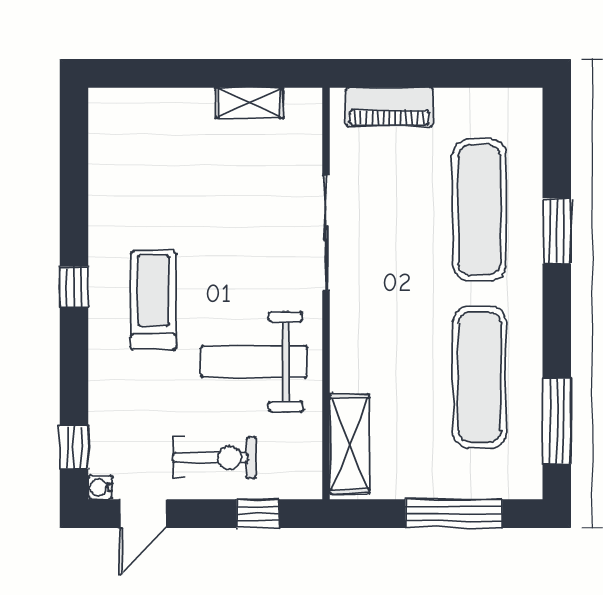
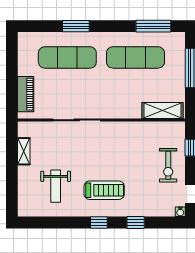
treadmill: (153, 300) -> (104, 190), turned 180
weight bench: (254, 362) -> (56, 186), moved, width x0.73, depth x0.75
window: (74, 447) -> (136, 222), moved
exercise bike: (215, 458) -> (168, 165), turned 180

